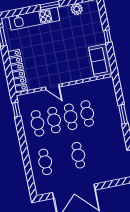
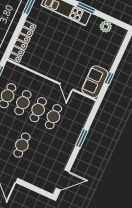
window: (107, 36) -> (109, 78), moved
door: (52, 87) -> (66, 87), moved

